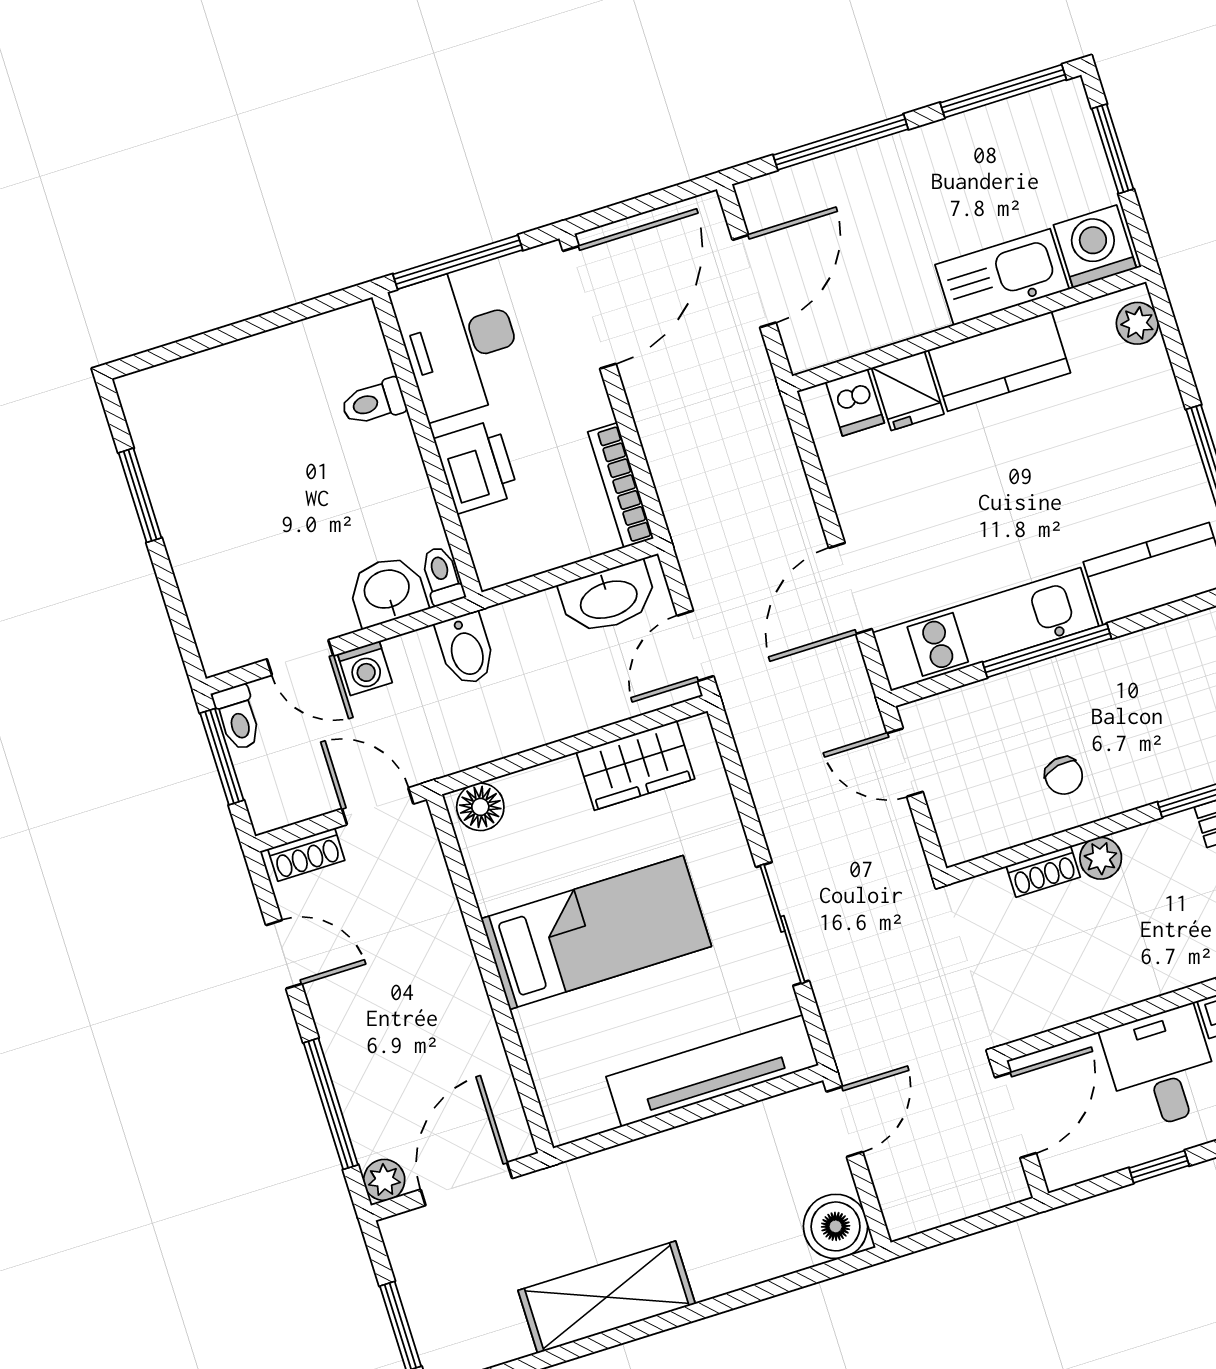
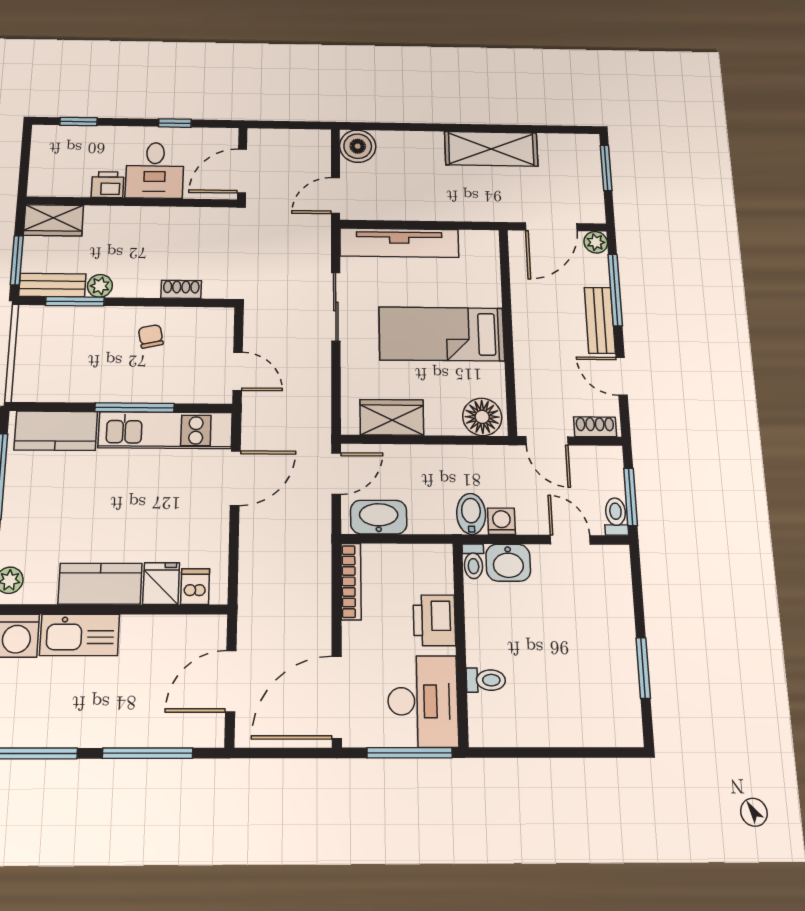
washing machine: (365, 668) -> (501, 521), moved
floor lamp: (480, 807) -> (482, 417), width x1.38, depth x1.38
plant: (1101, 858) -> (100, 286), moved
bench: (343, 1041) -> (600, 320), added

